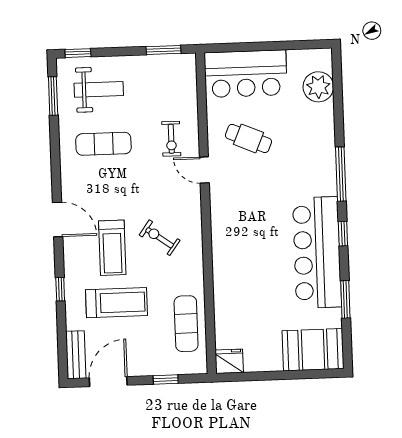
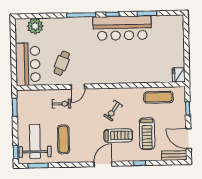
weight bench: (99, 89) -> (35, 141), width x1.36, depth x1.33
treadmill: (117, 303) -> (147, 134), turned 180
booth: (313, 350) -> (173, 31), removed

